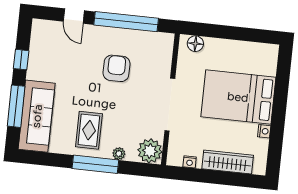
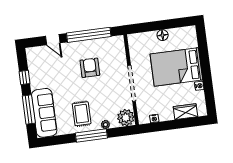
floor lamp: (195, 44) -> (163, 35), moved
wardrobe: (228, 162) -> (185, 112), width x0.67

